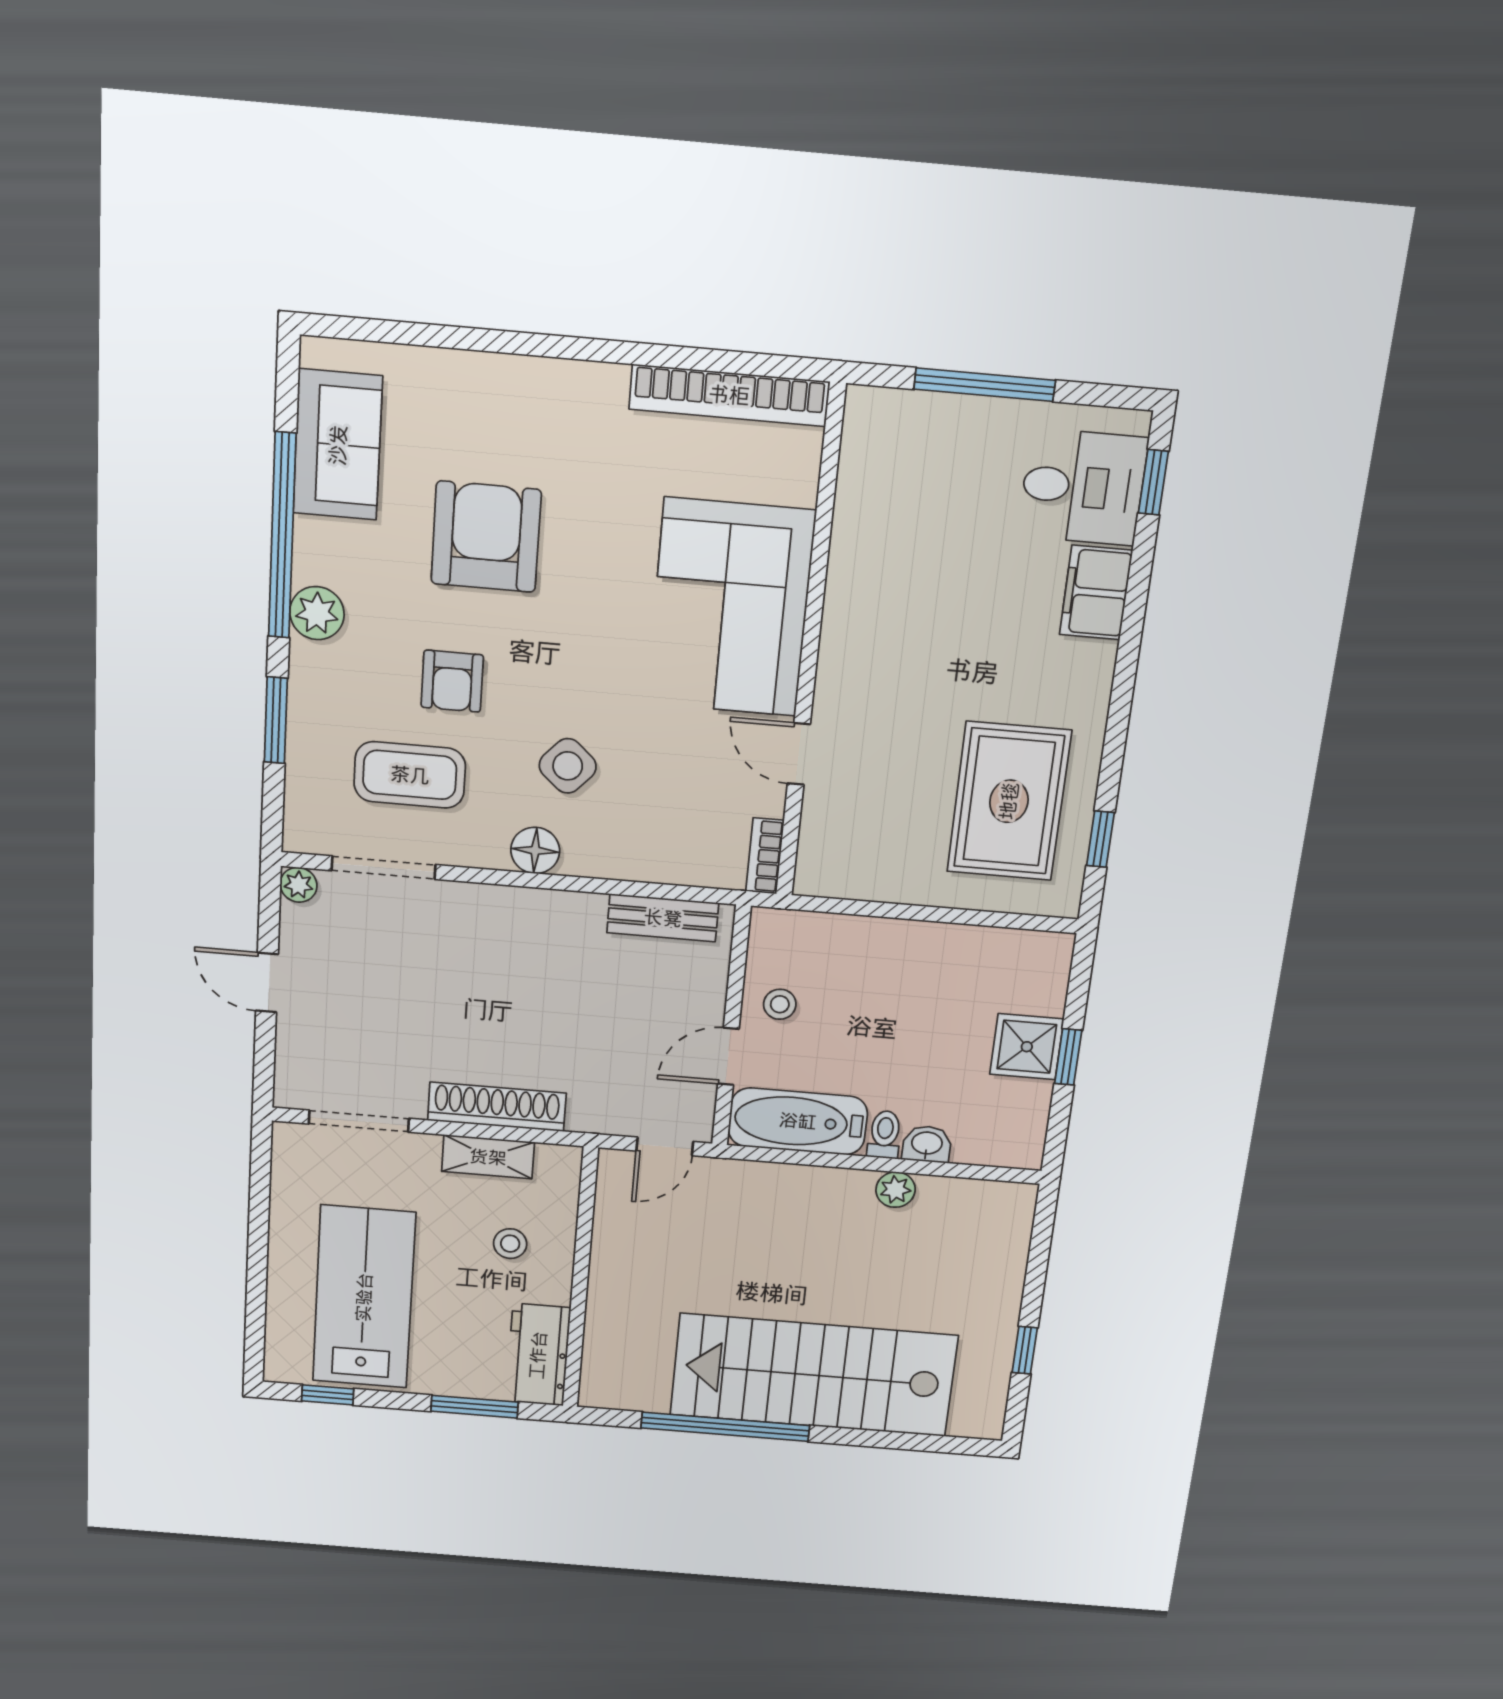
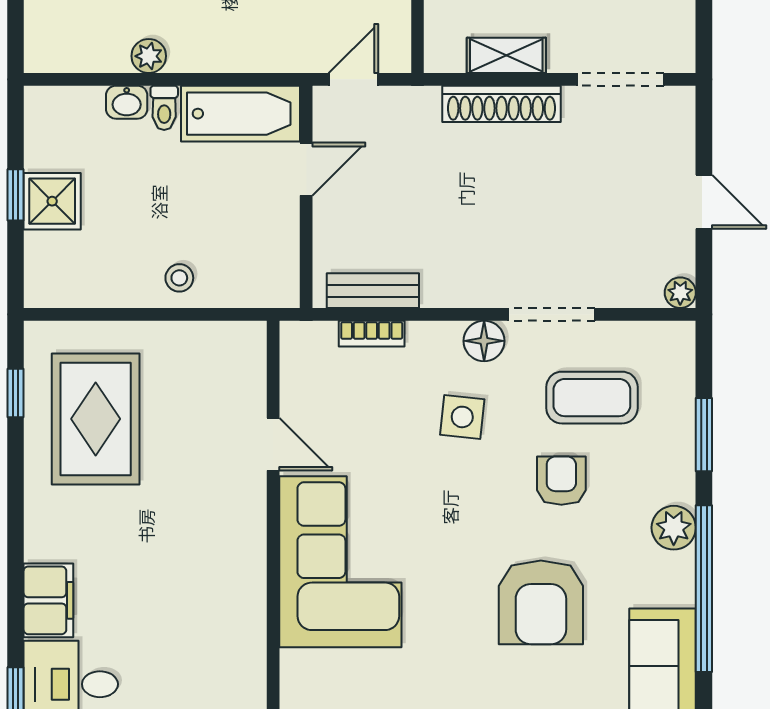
side table: (568, 766) -> (462, 417), turned -36
bookcase: (765, 856) -> (372, 334), moved, turned 90
doorway: (384, 868) -> (552, 314), moved
stool: (780, 1004) -> (179, 278), moved

